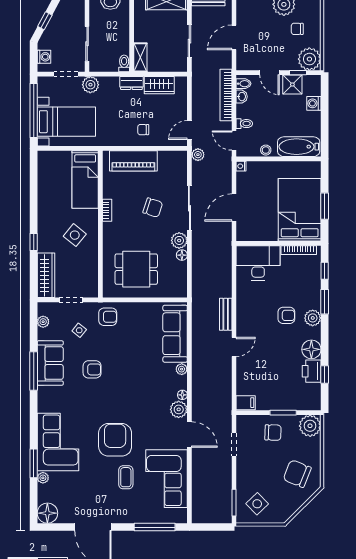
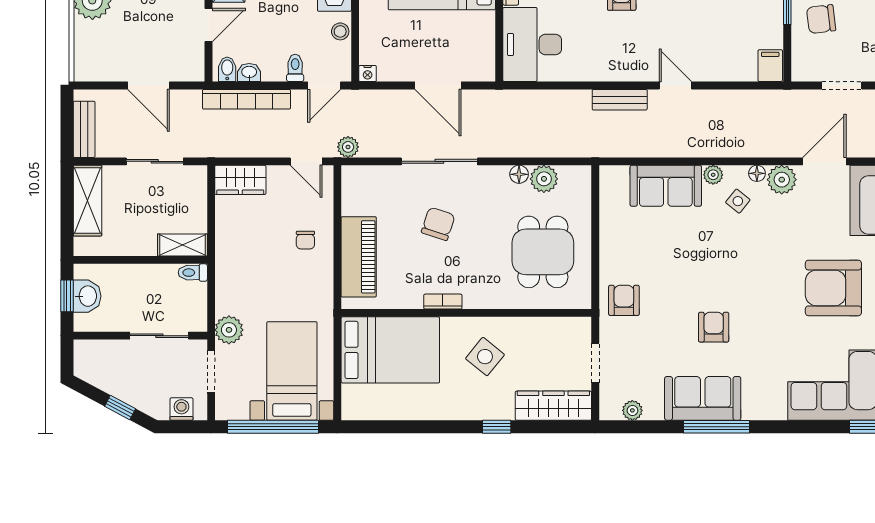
dresser: (131, 83) -> (226, 260), removed
wardrobe: (159, 85) -> (240, 180), moved, turned 90
bed: (85, 179) -> (390, 350), width x1.50
plant: (179, 240) -> (544, 179), moved
side table: (79, 330) -> (738, 201), moved
sofa: (175, 334) -> (666, 186), width x0.73
chair: (273, 433) -> (821, 19), turned -99

